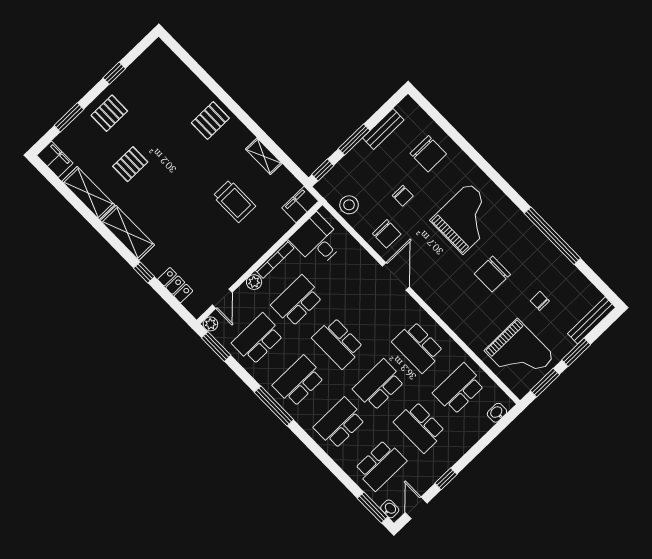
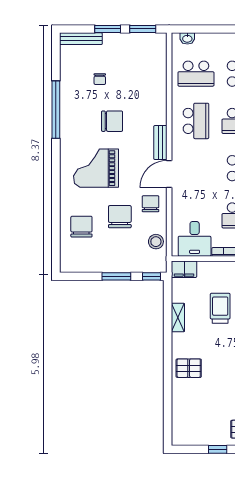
bench: (383, 129) -> (160, 143), moved, turned 90
chair: (403, 196) -> (120, 217), width x1.87, depth x1.87
grand piano: (520, 354) -> (141, 60), removed

